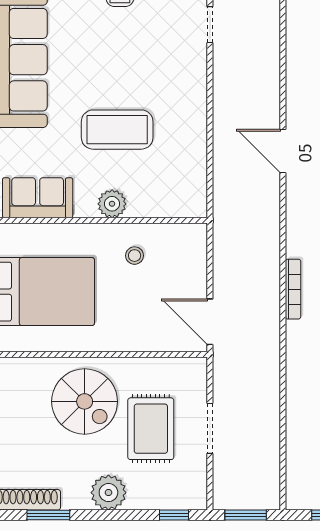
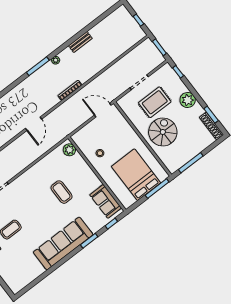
coffee table: (117, 130) -> (62, 192), width x0.73, depth x0.76
door: (283, 151) -> (33, 124), moved
plant: (112, 204) -> (69, 150), moved
door: (210, 322) -> (103, 110), swing flipped

